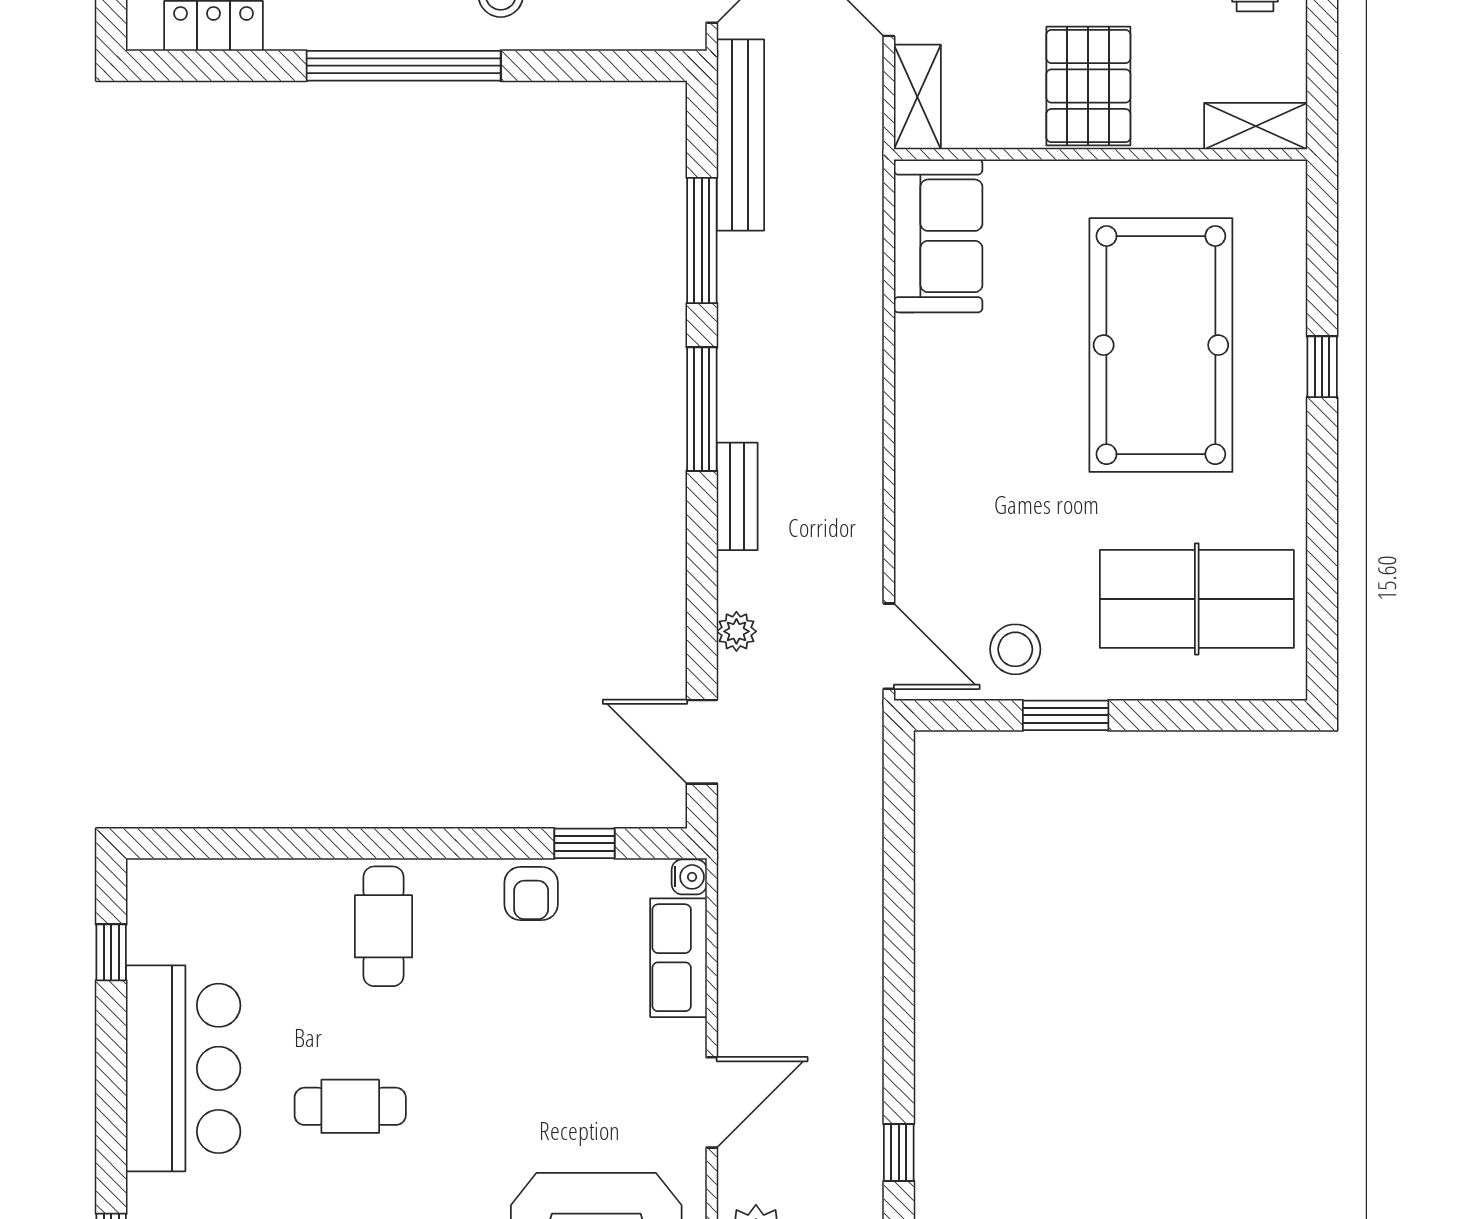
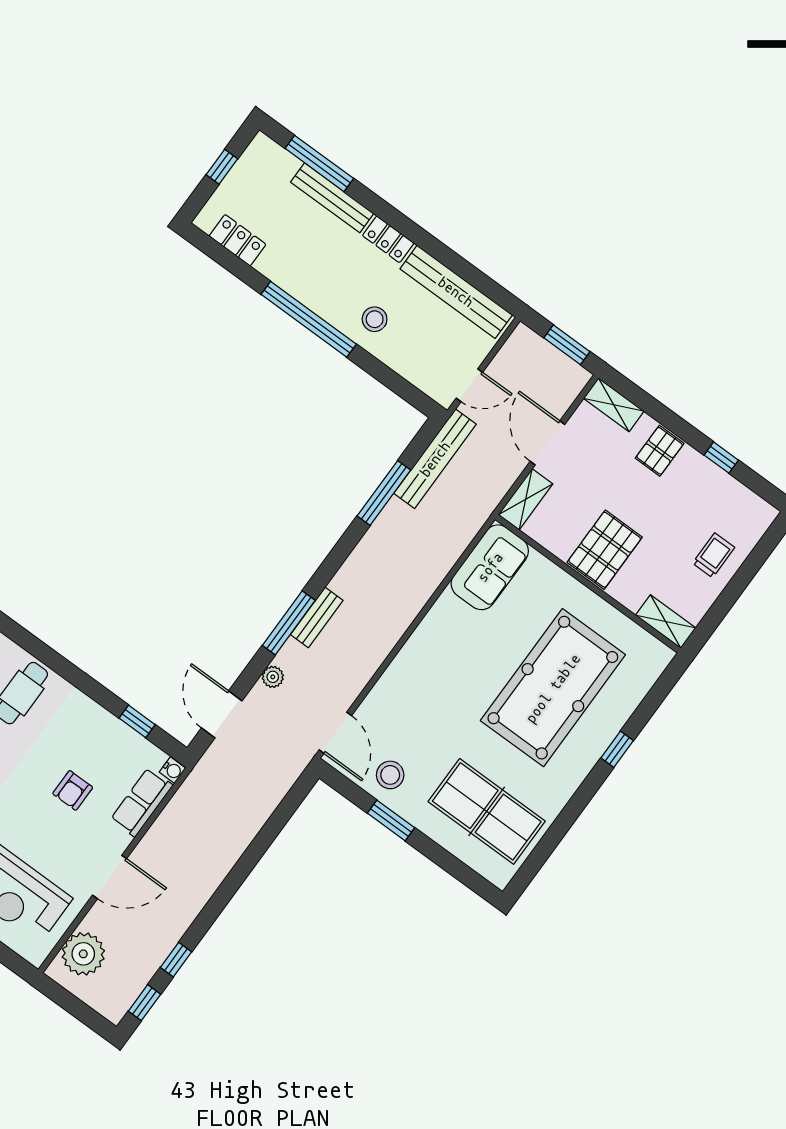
window: (702, 409) -> (289, 623), moved
armchair: (531, 894) -> (73, 790), moved

